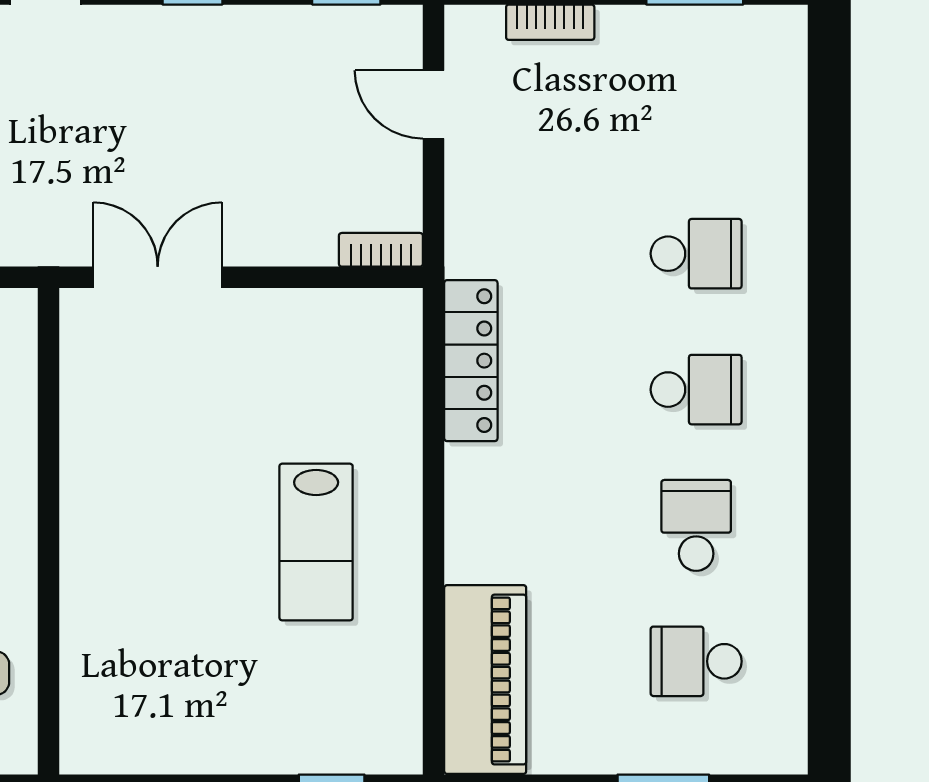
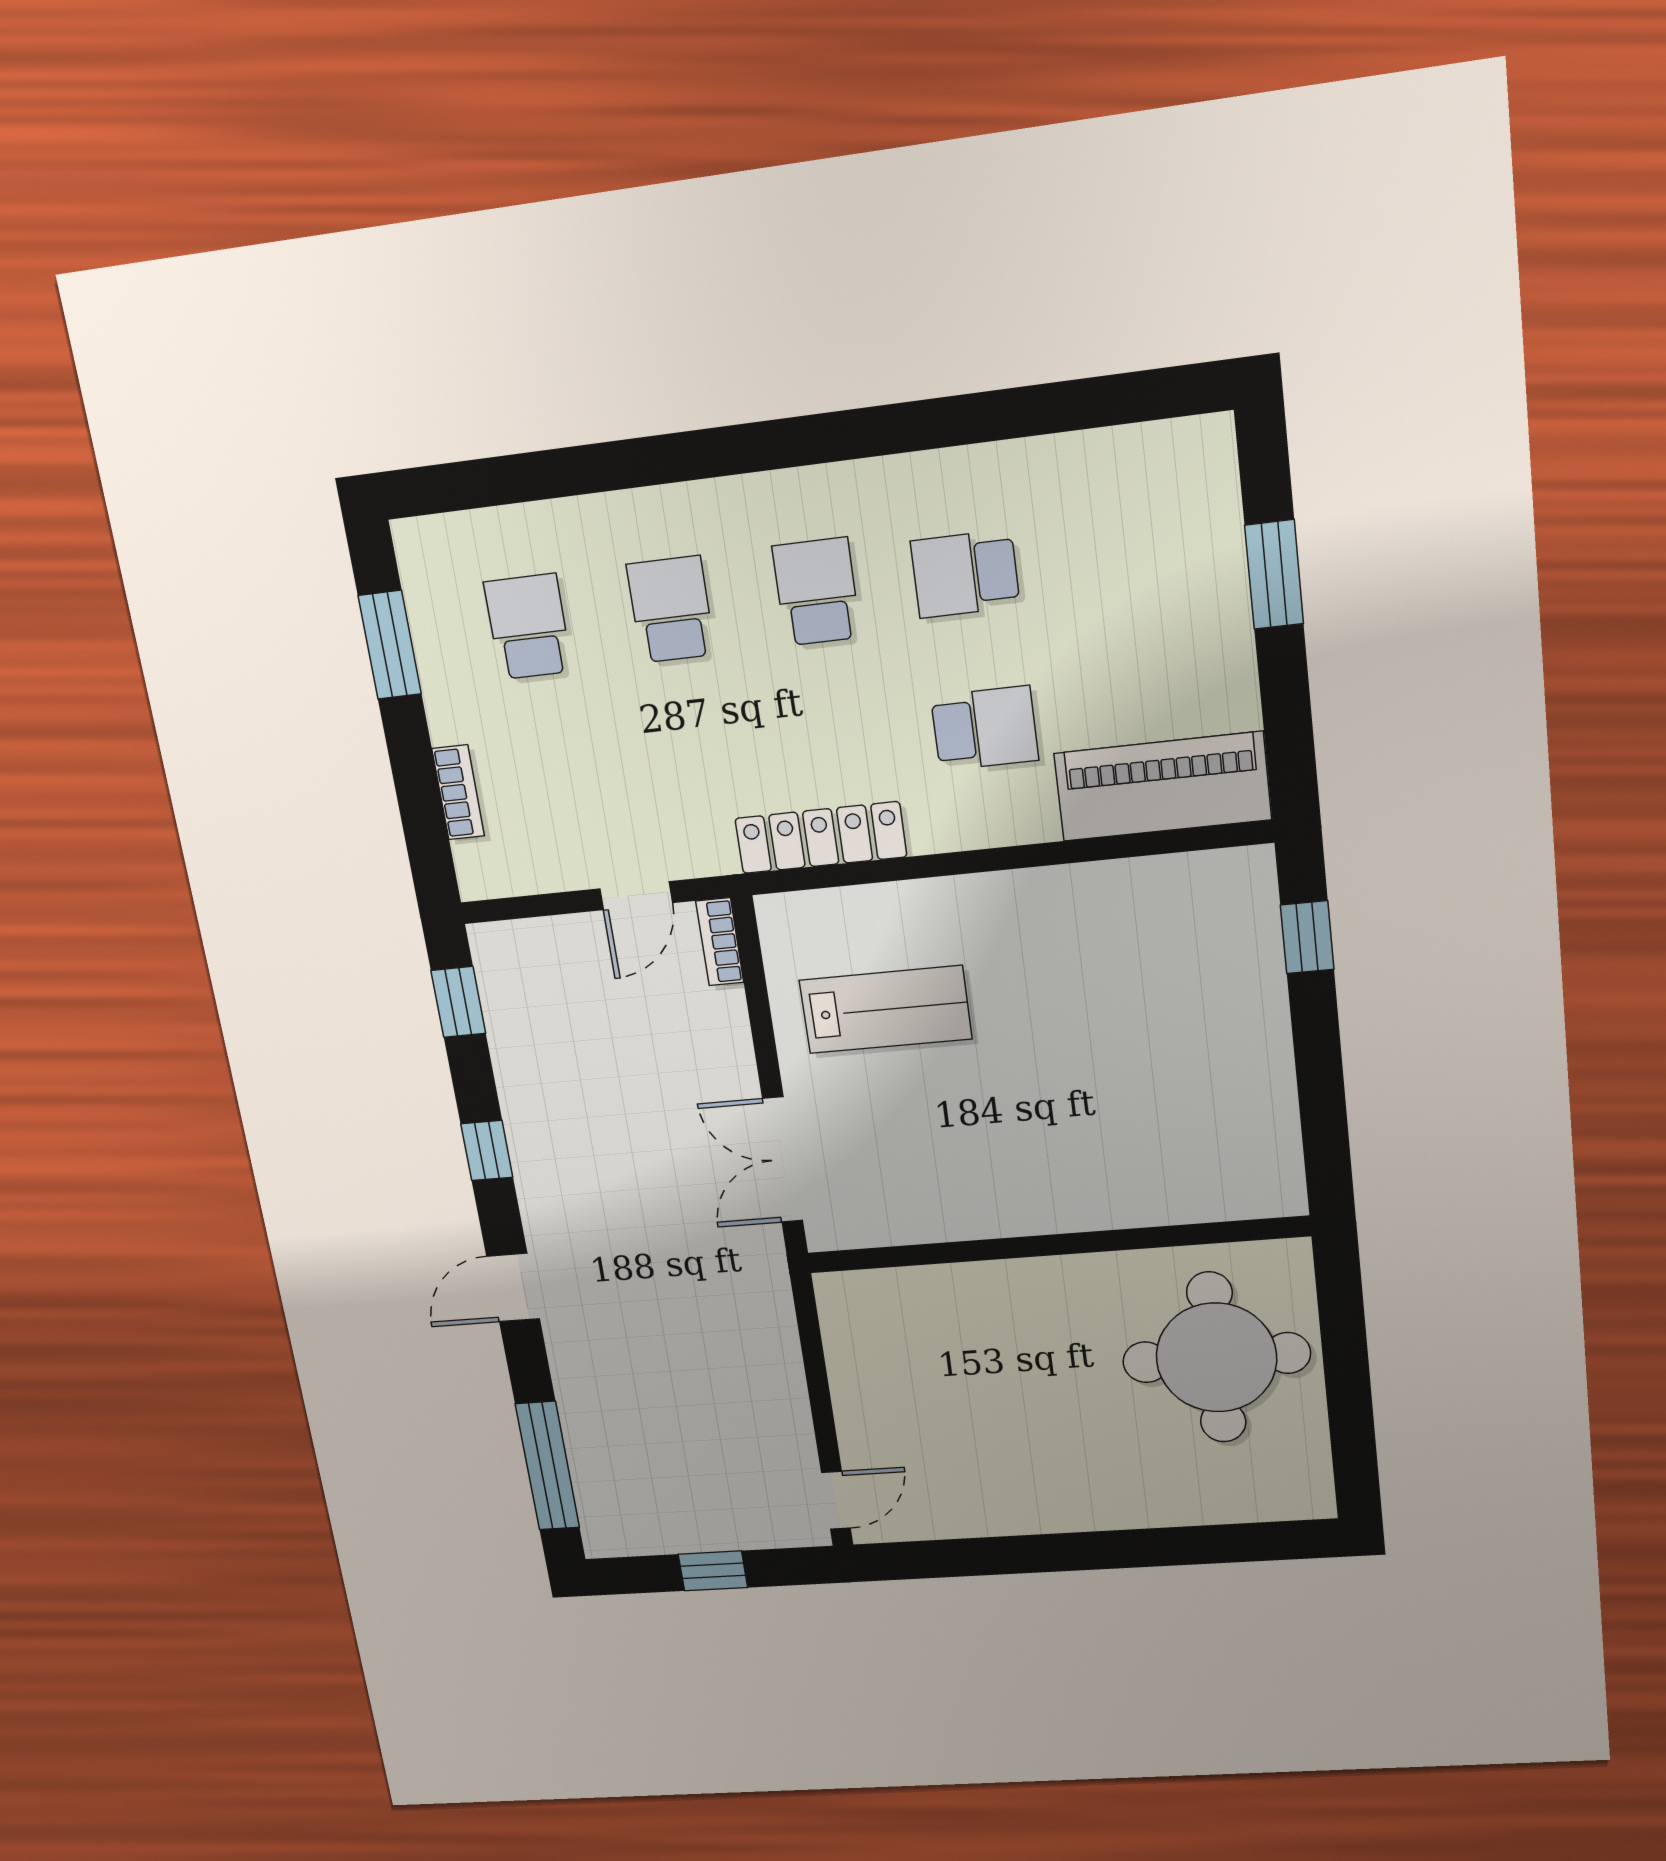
door: (434, 104) -> (636, 896), moved
school desk: (696, 118) -> (528, 627), added
lab bench: (316, 542) -> (886, 1010), moved
school desk: (696, 661) -> (985, 728), moved, turned -90

